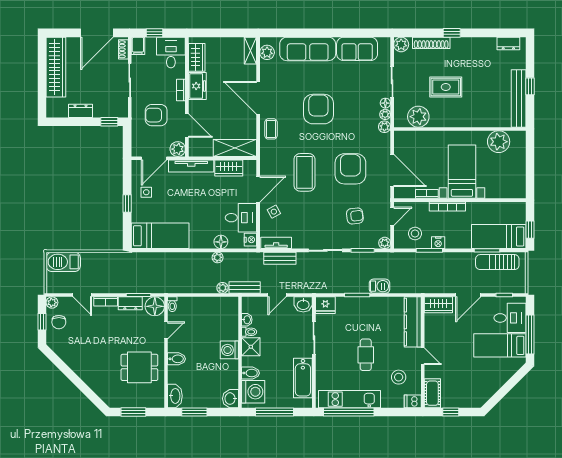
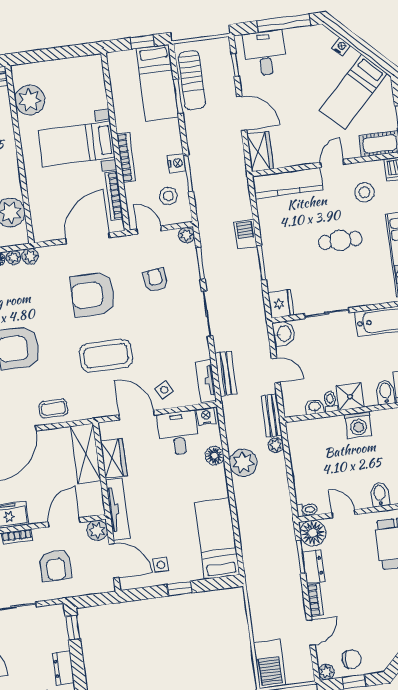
bookcase: (427, 194) -> (114, 196), width x1.56
plant: (218, 257) -> (243, 463), width x1.88, depth x1.88
bed: (500, 345) -> (353, 92), moved, turned 45
nightstand: (507, 374) -> (341, 47), added

